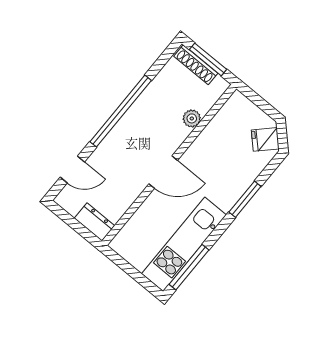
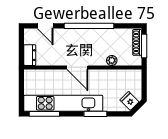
kitchen unit: (184, 244) -> (63, 103), width x1.36

